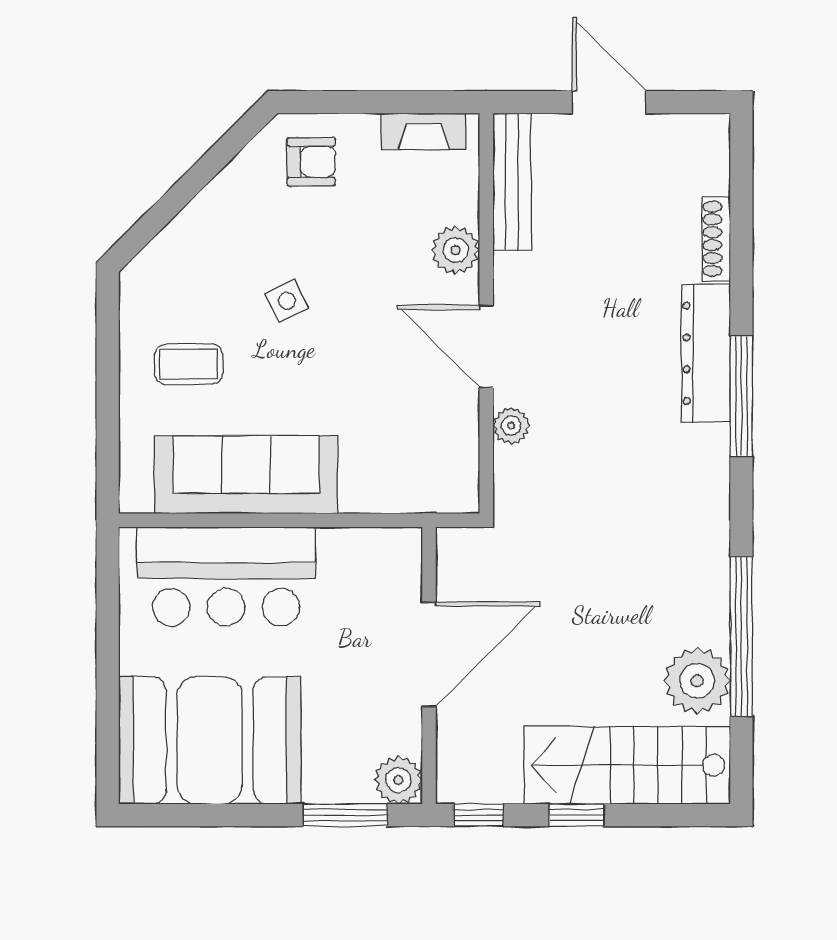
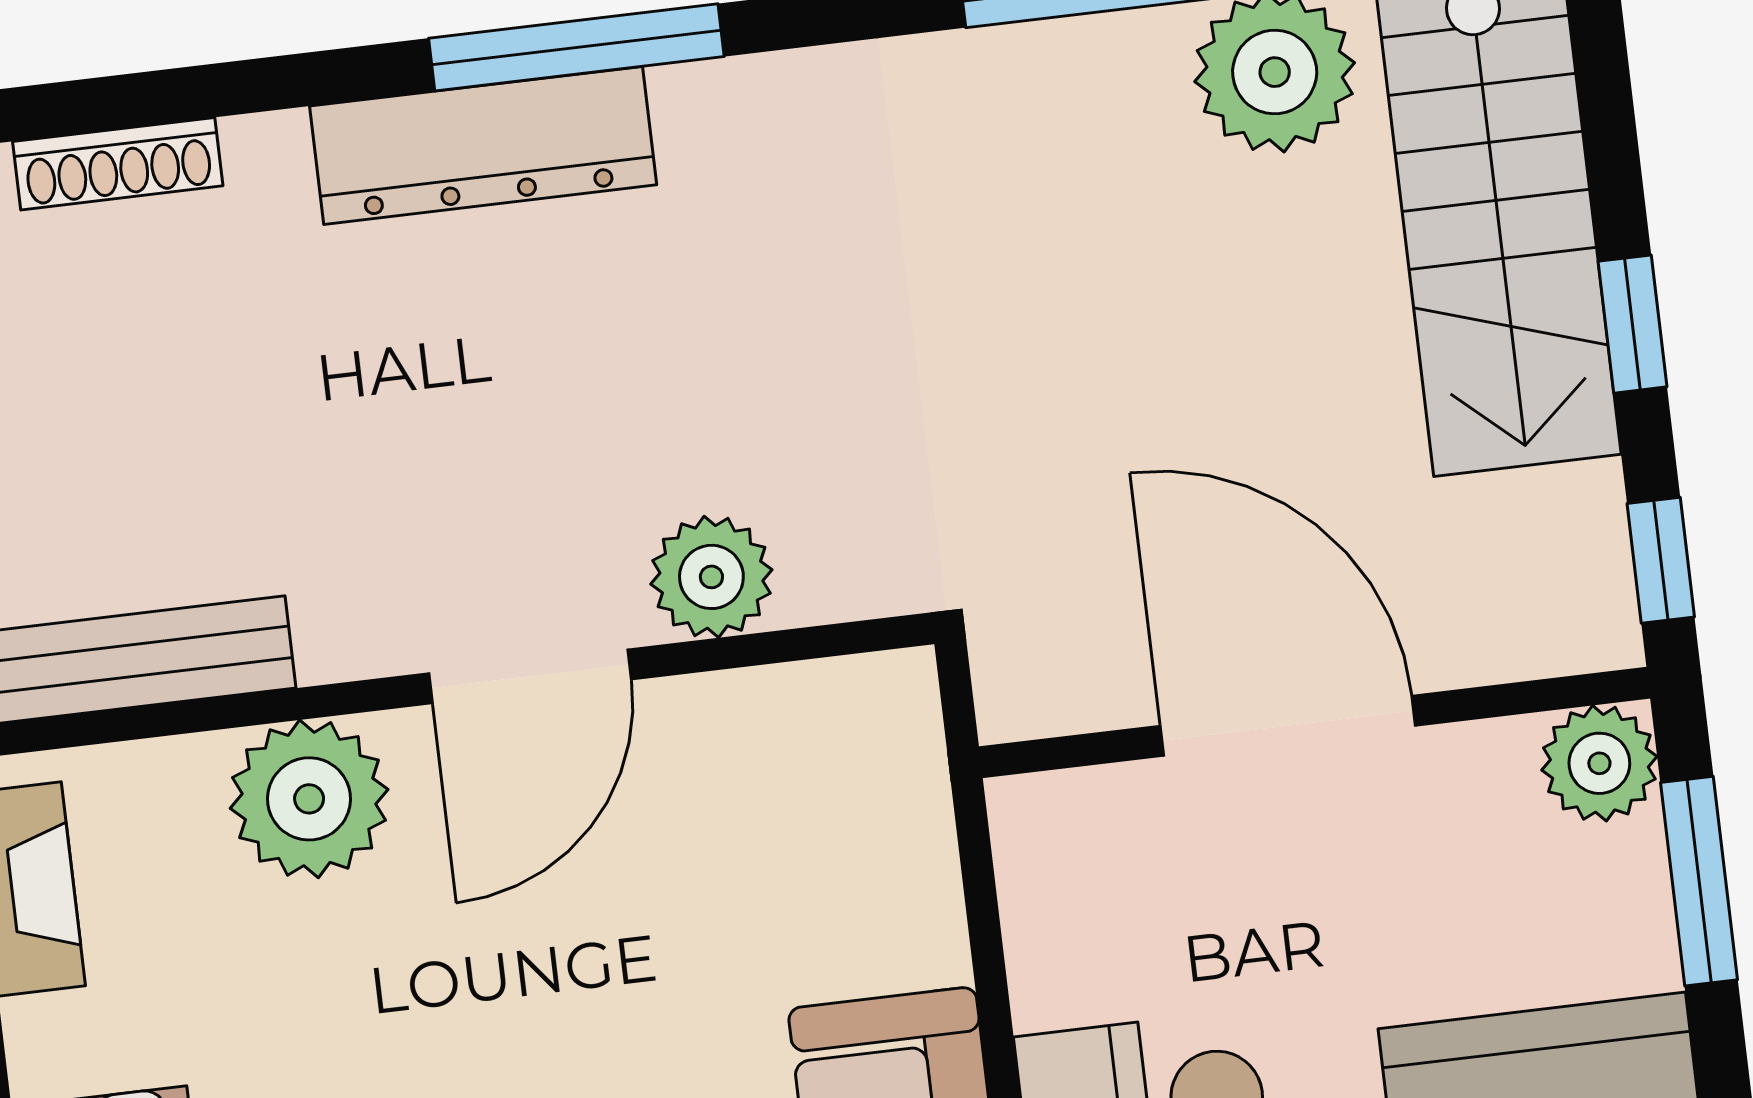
shoe rack: (716, 239) -> (118, 164), moved
plant: (456, 250) -> (309, 799), width x1.36, depth x1.36
plant: (511, 426) -> (711, 577), width x1.38, depth x1.38

